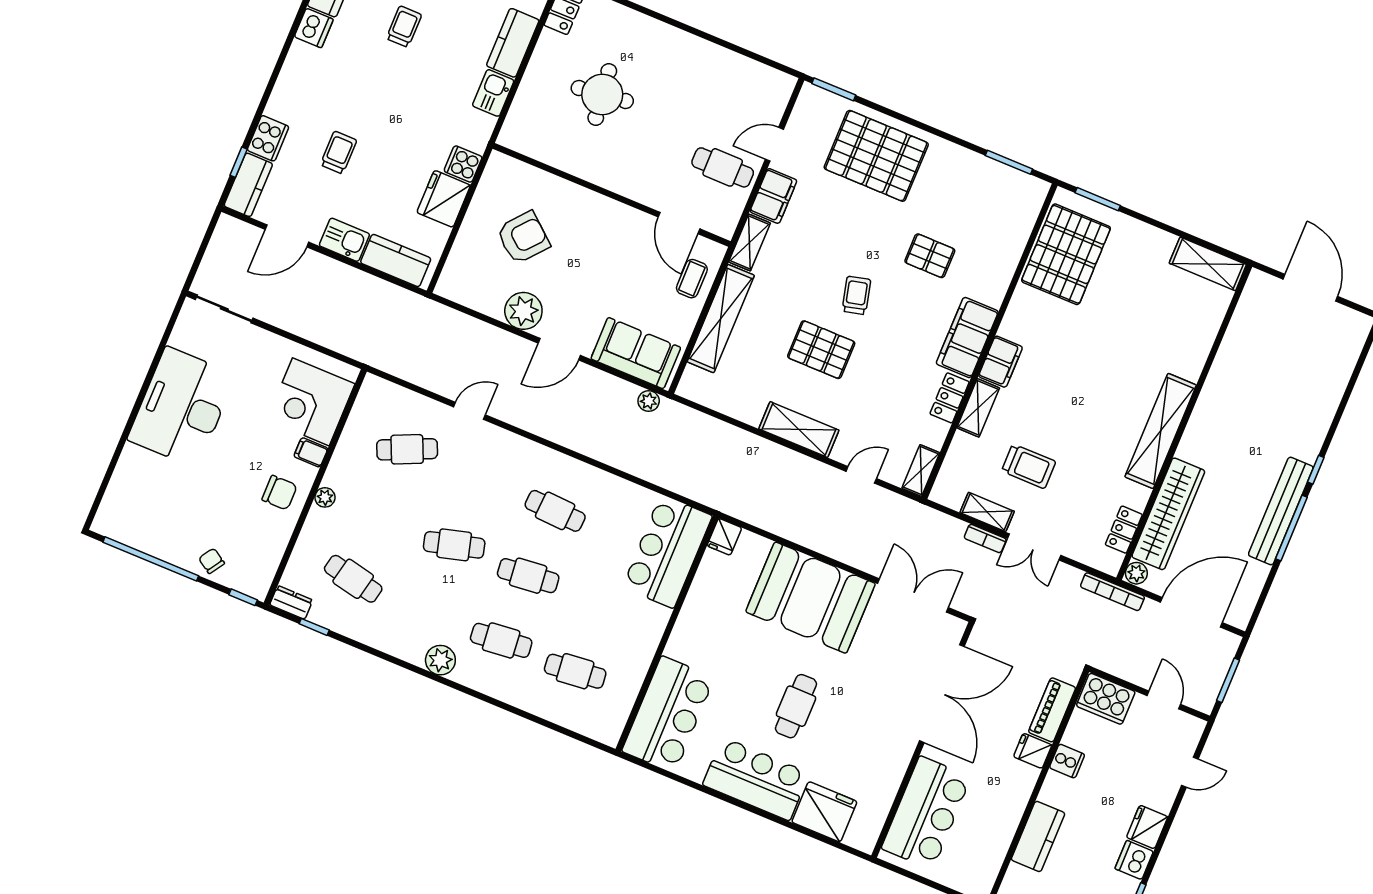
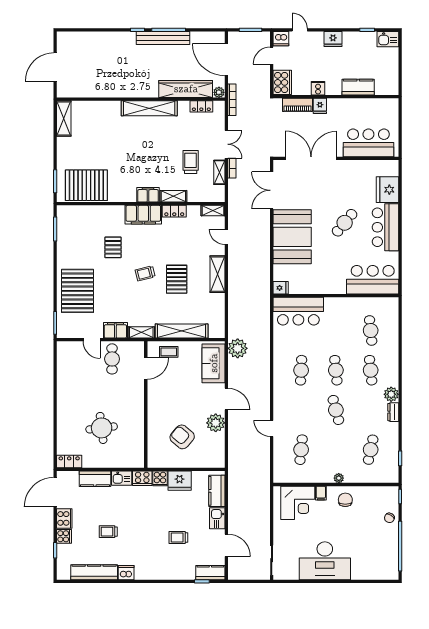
cooker: (268, 138) -> (142, 478), moved, turned 180
plant: (649, 401) -> (238, 348), width x1.88, depth x1.88
cafe table: (407, 449) -> (301, 450), turned 30
dresser: (291, 602) -> (393, 412), moved
cafe table: (796, 706) -> (345, 223), turned -50
dishwasher: (1134, 860) -> (281, 39), moved

